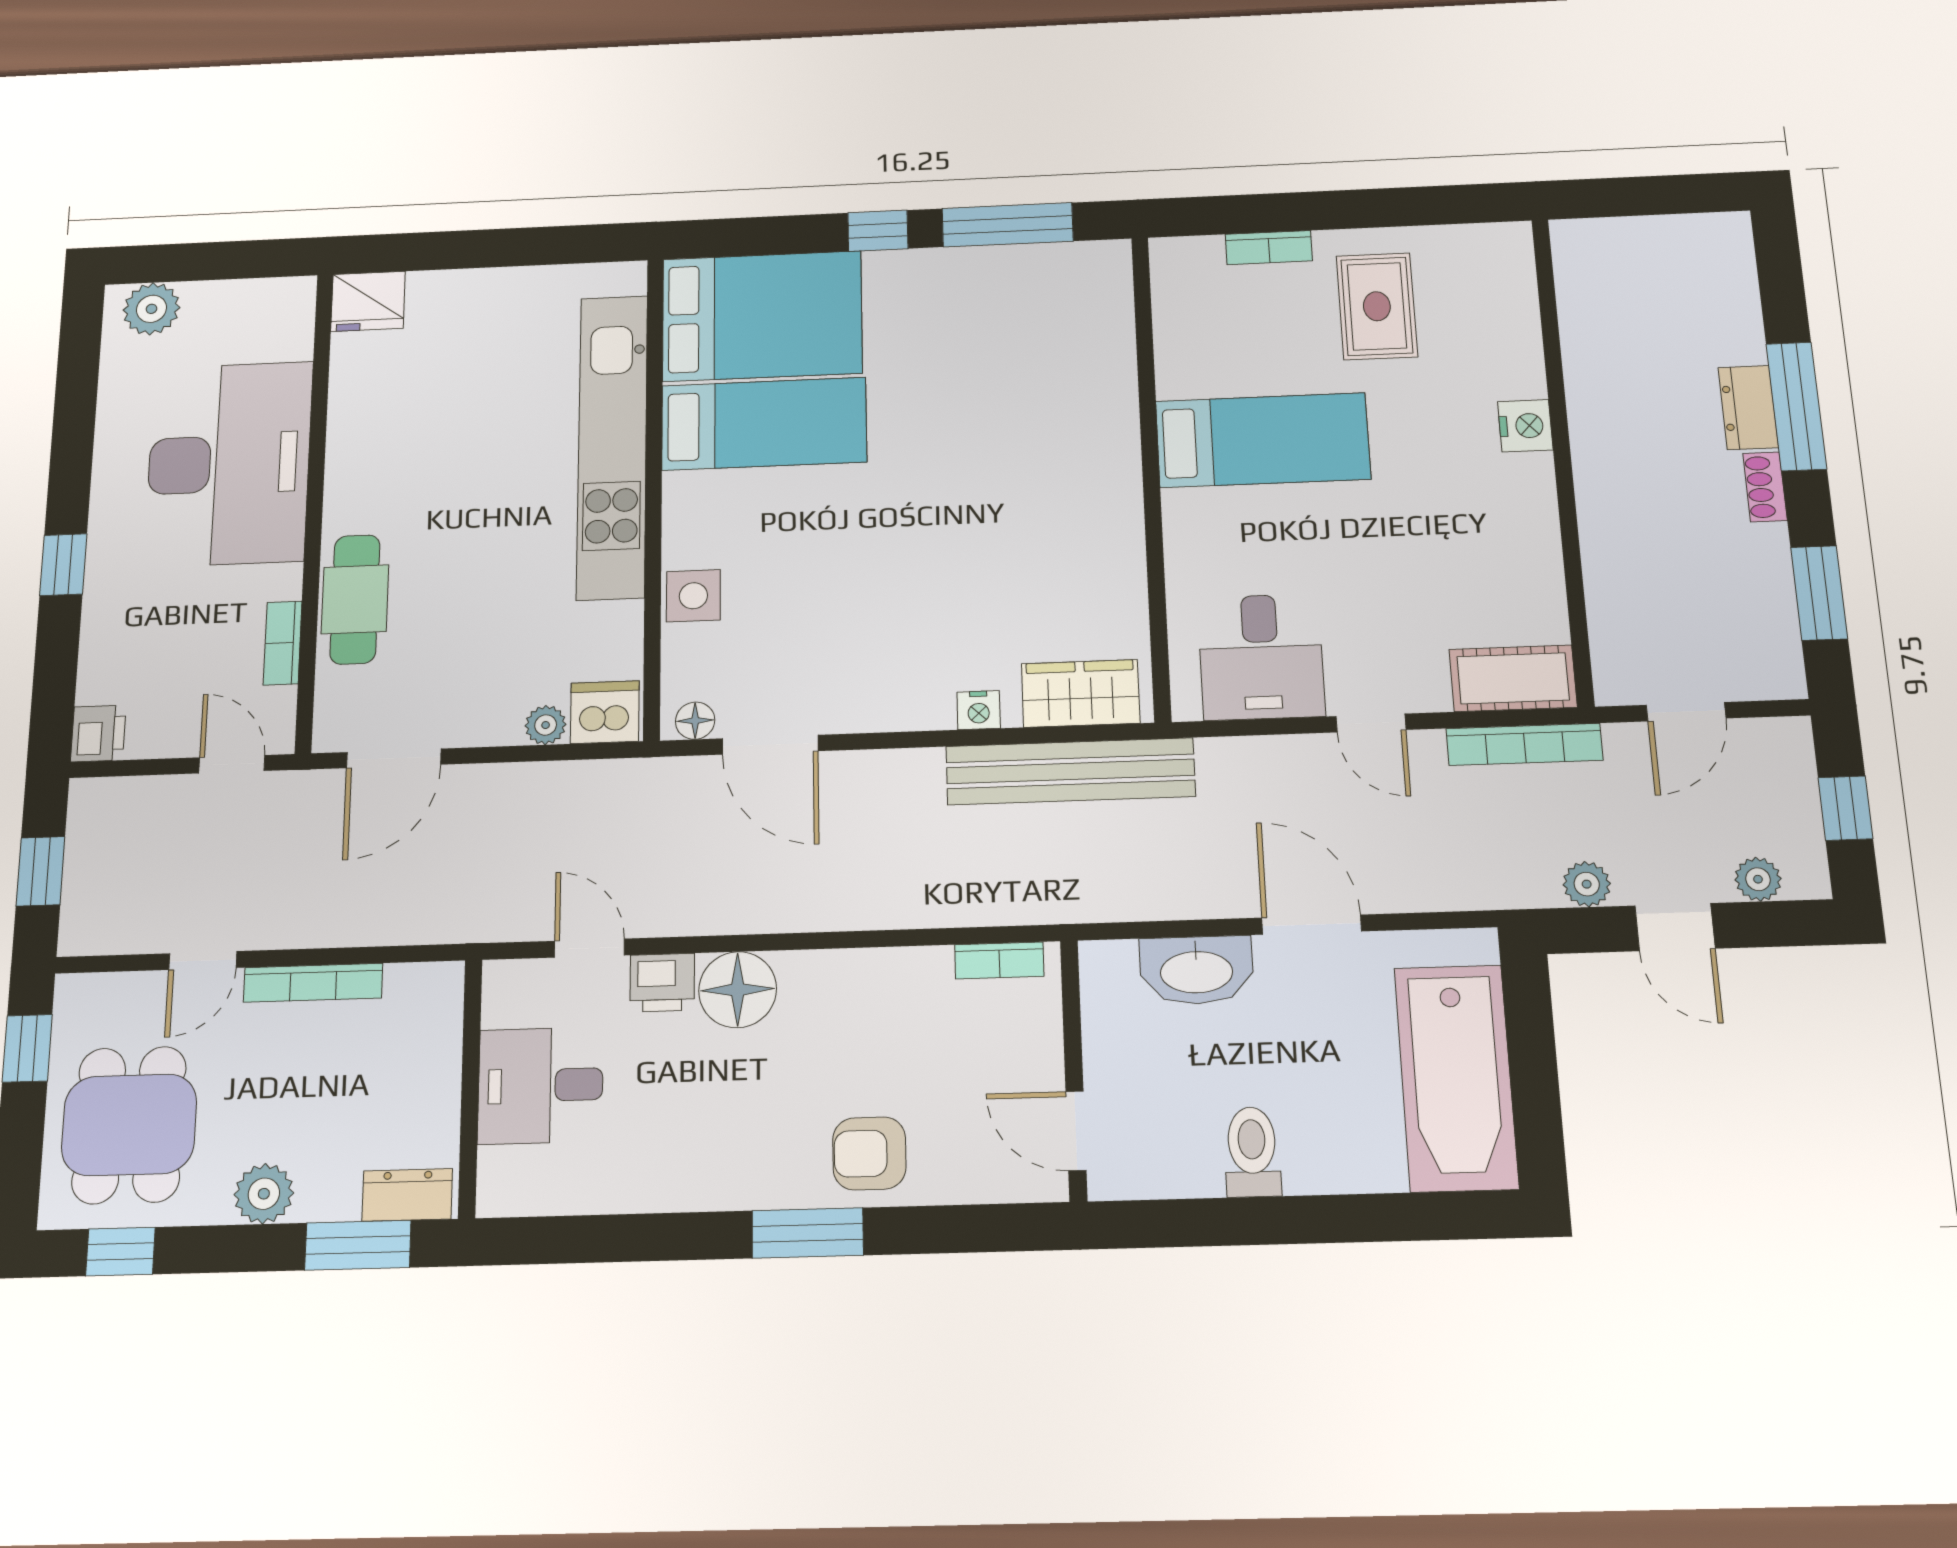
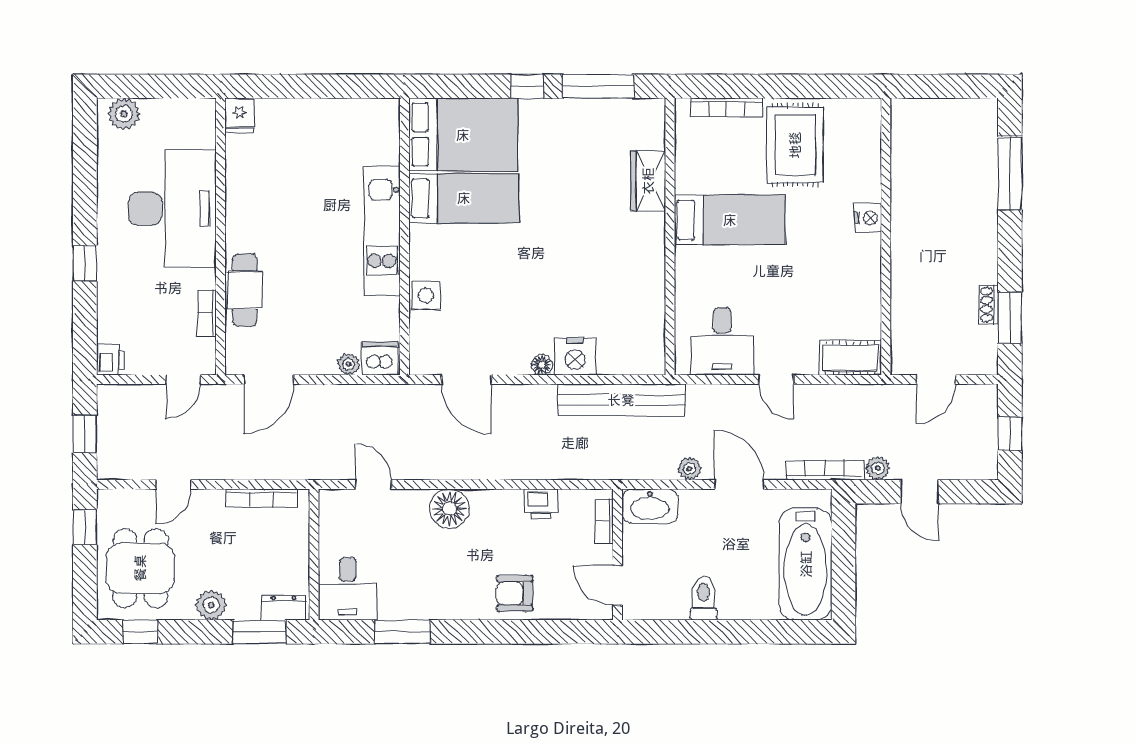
bookcase: (1269, 248) -> (727, 107), width x1.56
fridge: (368, 301) -> (239, 115), width x0.72
rug: (1377, 306) -> (795, 145), width x1.36, depth x1.43
window: (1796, 406) -> (1010, 173), moved
dresser: (1748, 408) -> (985, 213), removed
kitchen unit: (612, 446) -> (382, 231), width x0.73
shoe rack: (1765, 487) -> (989, 305), moved
wardrobe: (1081, 693) -> (648, 181), moved, turned -90
nightstand: (979, 710) -> (575, 357), width x1.89, depth x1.79
floor lamp: (695, 721) -> (542, 365), moved
bookcase: (1524, 744) -> (825, 470), moved, turned 180
door: (232, 764) -> (183, 379), swing flipped
plant: (1758, 879) -> (689, 469), moved
bookcase: (999, 960) -> (604, 521), moved, turned 90
washbasin: (1196, 970) -> (650, 506), moved
bookcase: (313, 983) -> (261, 498), moved
printer: (662, 983) -> (541, 504), moved
desk: (541, 1085) -> (348, 589), moved, turned -90
window: (808, 1233) -> (402, 632), moved

